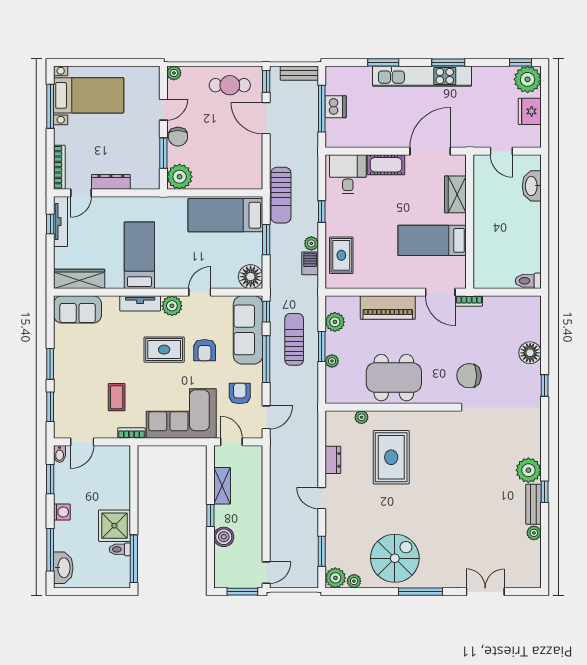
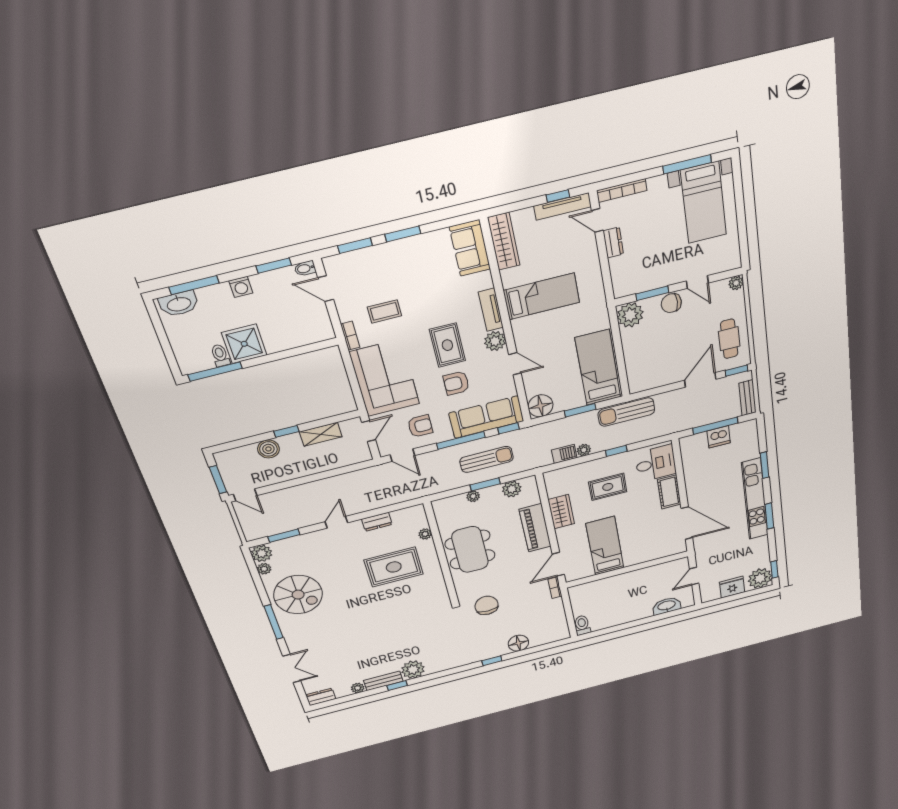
dresser: (111, 182) -> (613, 242), width x0.70
wardrobe: (455, 194) -> (561, 512), moved, turned 90
rug: (341, 255) -> (608, 487), moved
dresser: (533, 573) -> (321, 697), added

